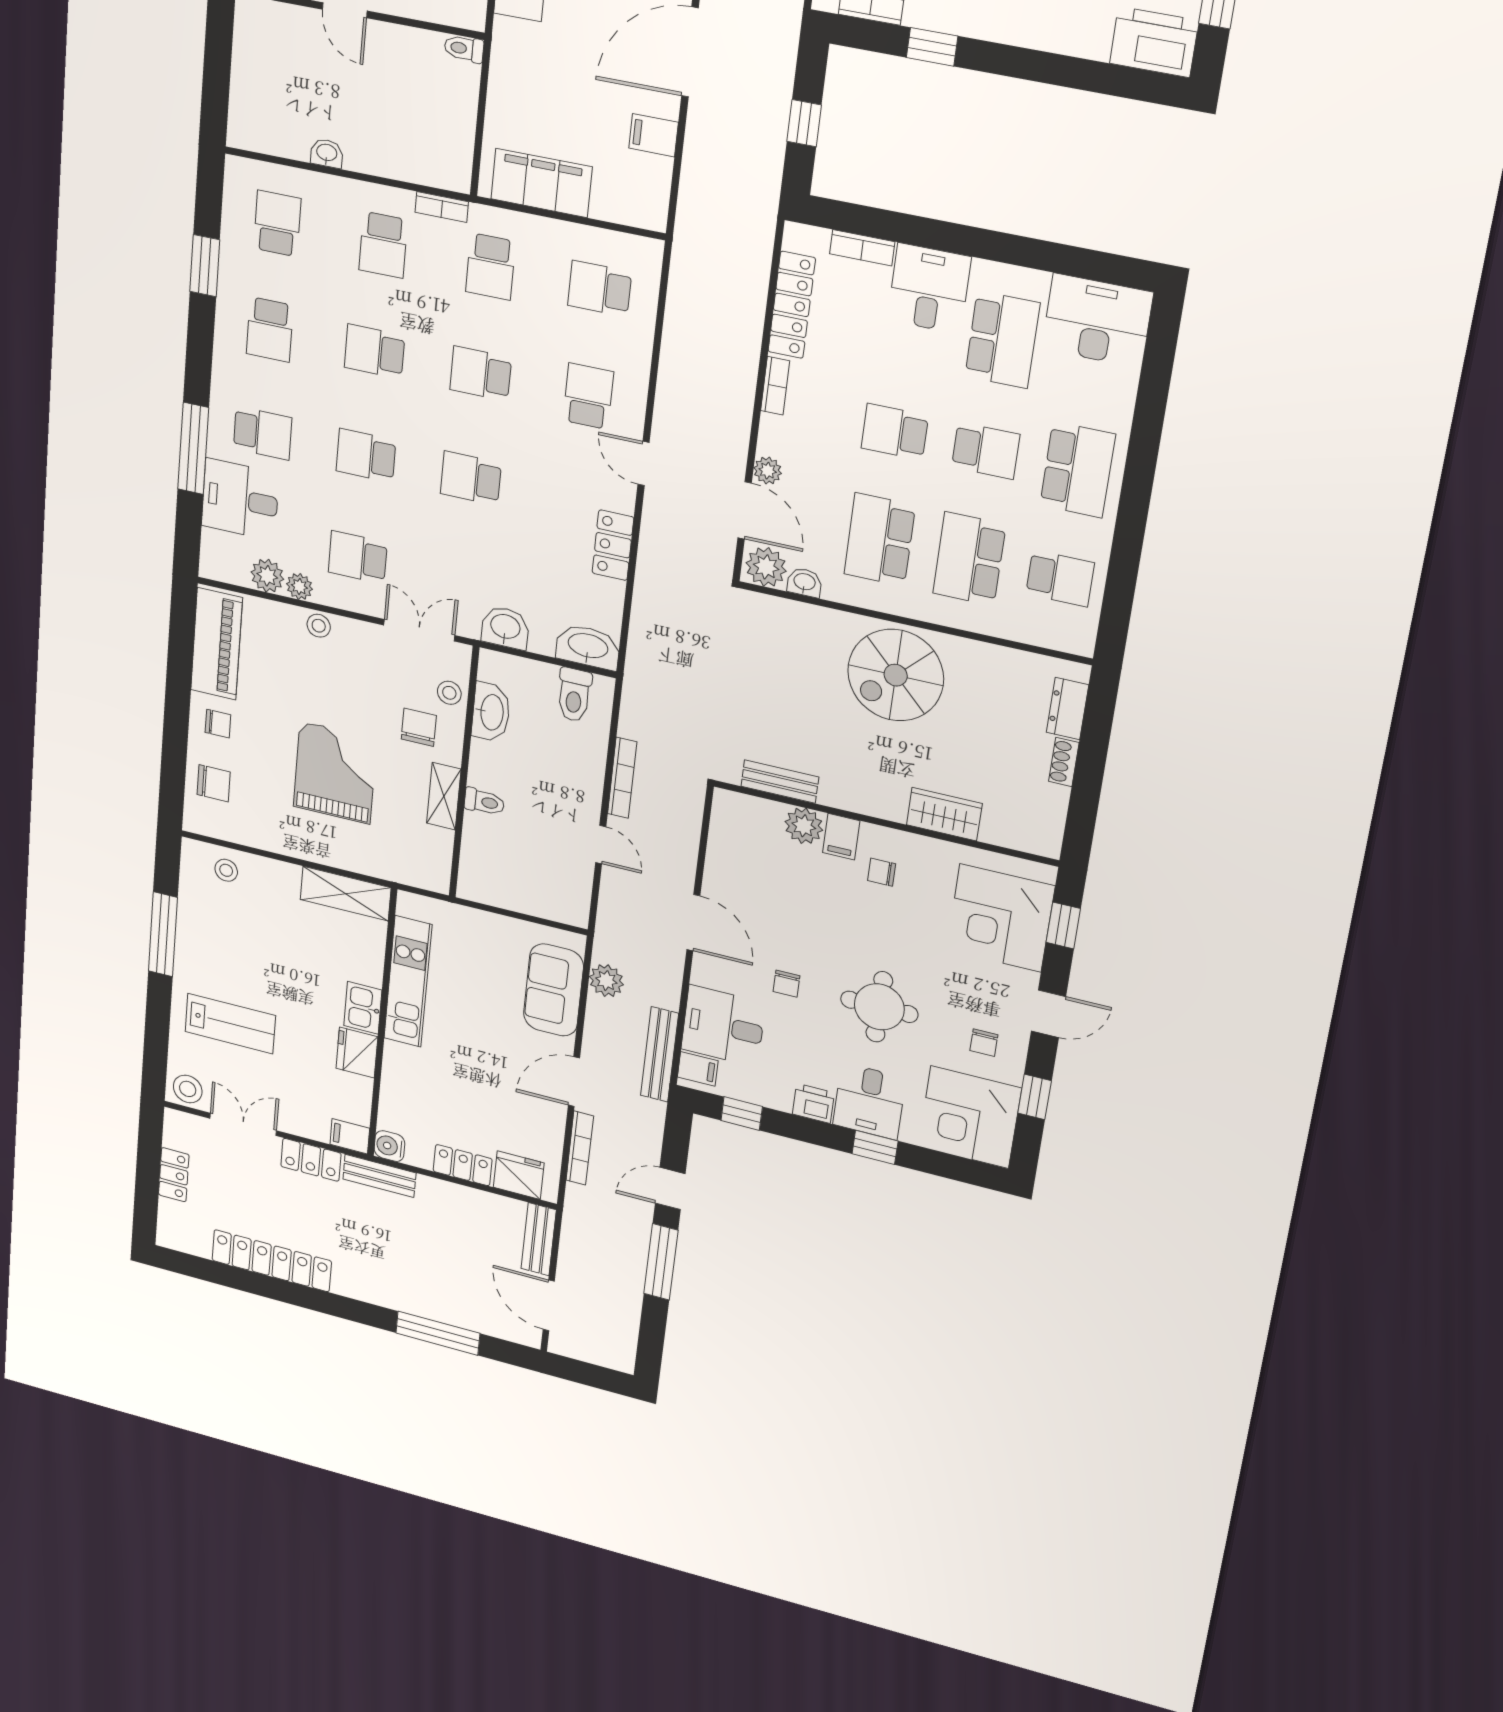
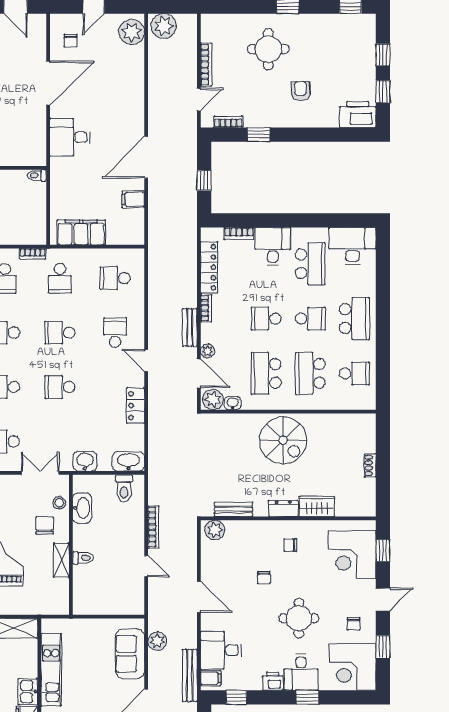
bench: (738, 417) -> (190, 327), added
spiral stairs: (896, 675) -> (283, 440), turned -90
dresser: (1067, 709) -> (283, 509), moved, turned 90
plant: (804, 826) -> (215, 530), moved
filing cabinet: (841, 837) -> (268, 531), removed
chair: (787, 984) -> (264, 577), moved

